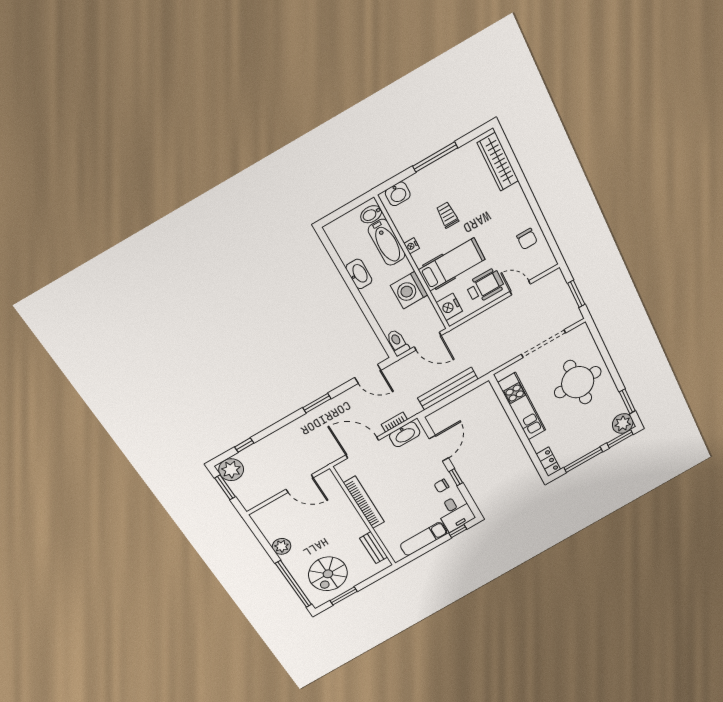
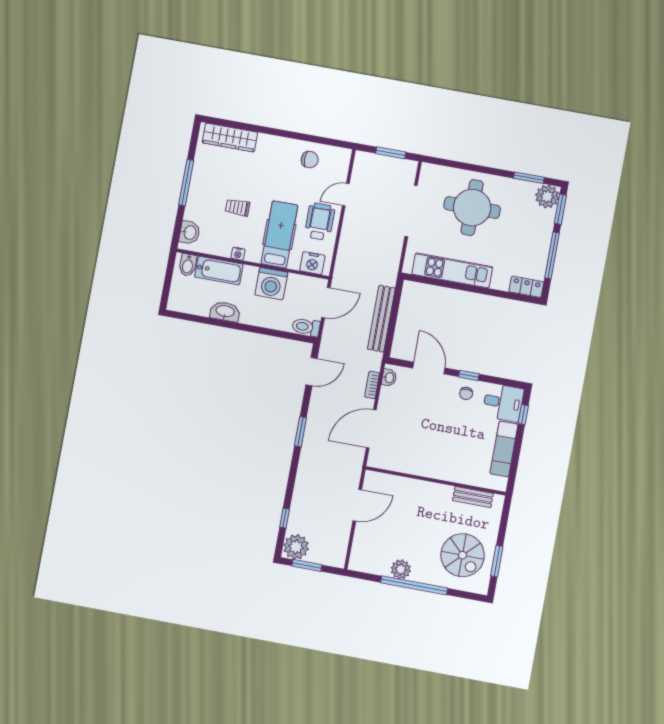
washbasin: (405, 434) -> (389, 378), width x0.52, depth x0.69
bookcase: (364, 502) -> (422, 469), removed
window: (294, 584) -> (414, 585), moved

